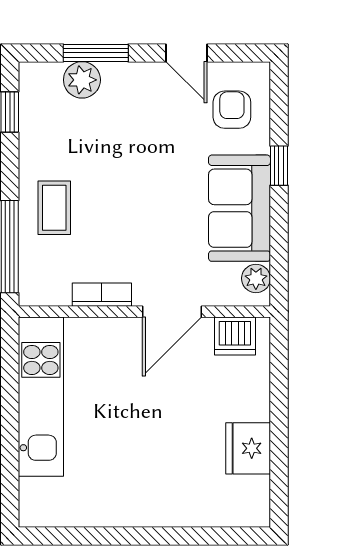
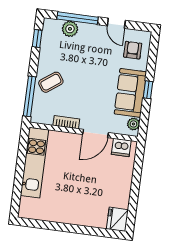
window: (96, 53) -> (77, 18), width x1.44
window: (279, 166) -> (148, 90), moved
coffee table: (54, 208) -> (51, 82), turned 54
fridge: (248, 448) -> (117, 219), moved

